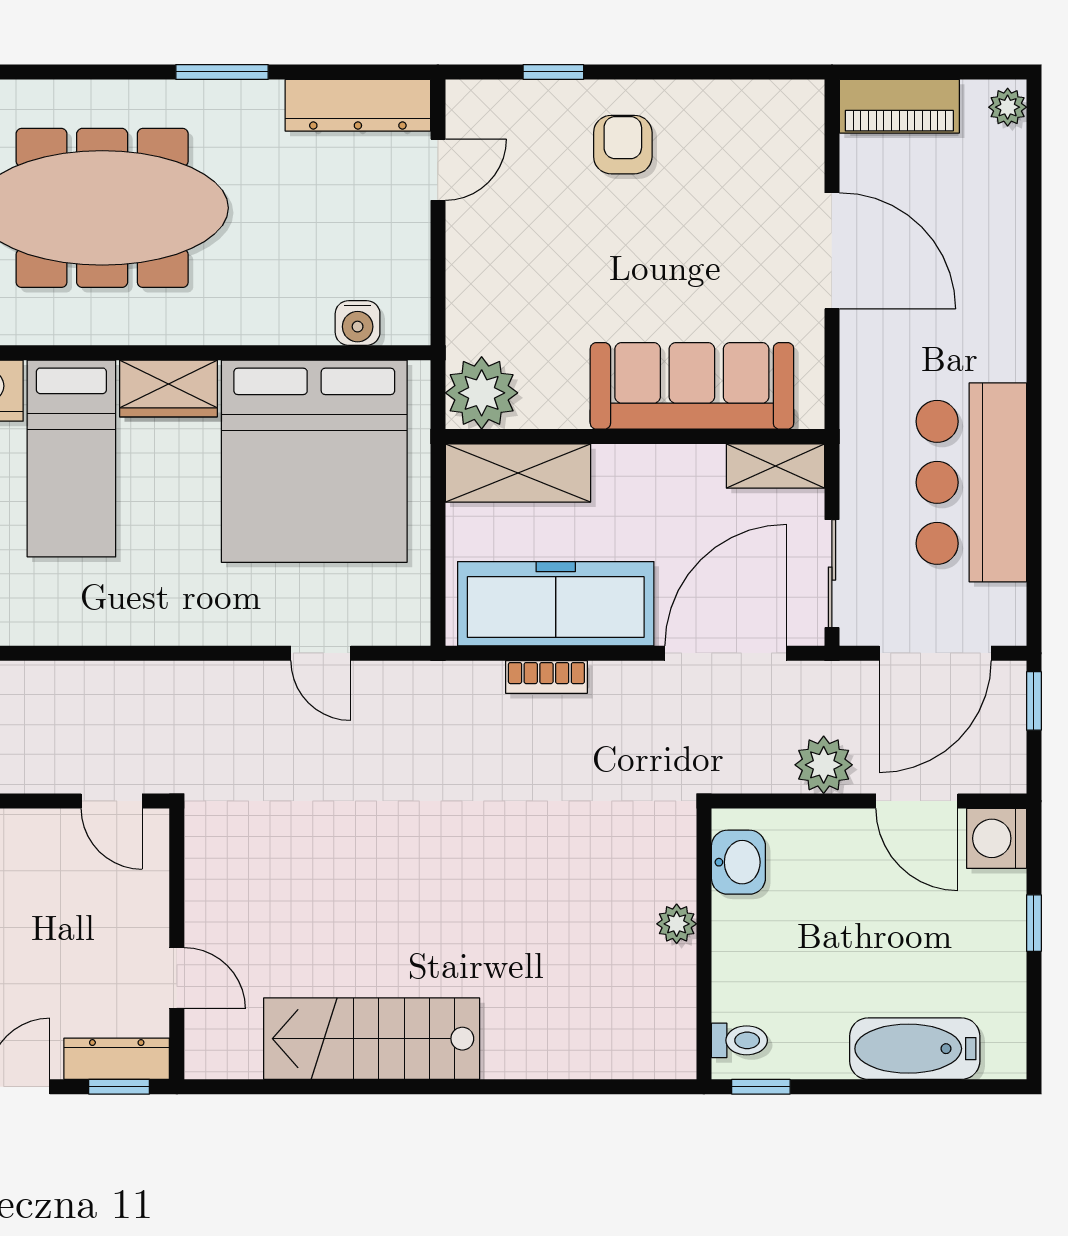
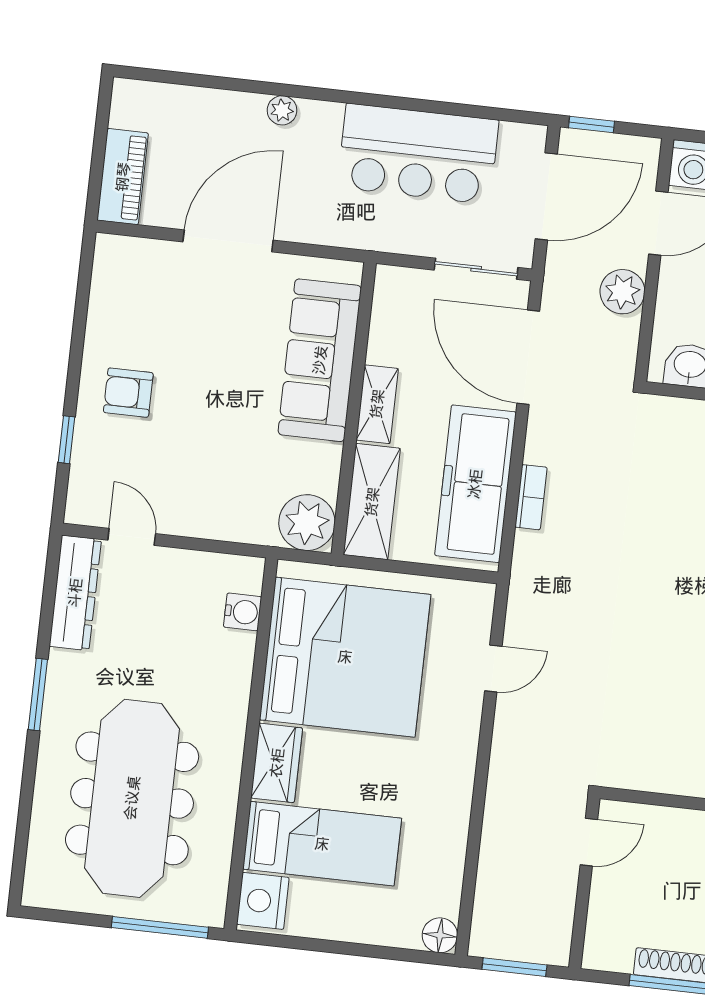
plant: (1008, 107) -> (282, 110), moved
shelving: (776, 466) -> (377, 404), moved
door: (935, 653) -> (546, 196), hinge flipped

